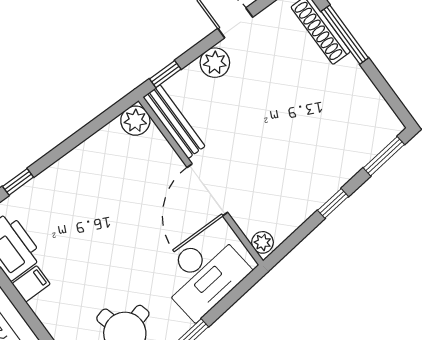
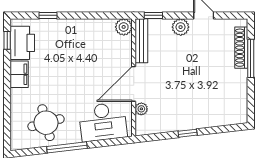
window: (384, 156) -> (228, 128), removed
plant: (262, 242) -> (141, 109), moved
filing cabinet: (31, 284) -> (19, 74), width x2.00

